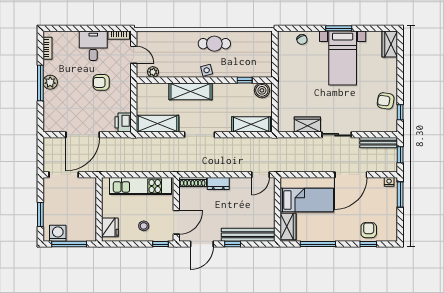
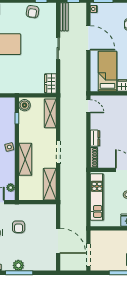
printer: (123, 122) -> (49, 210), removed
wardrobe: (307, 125) -> (50, 83), moved

